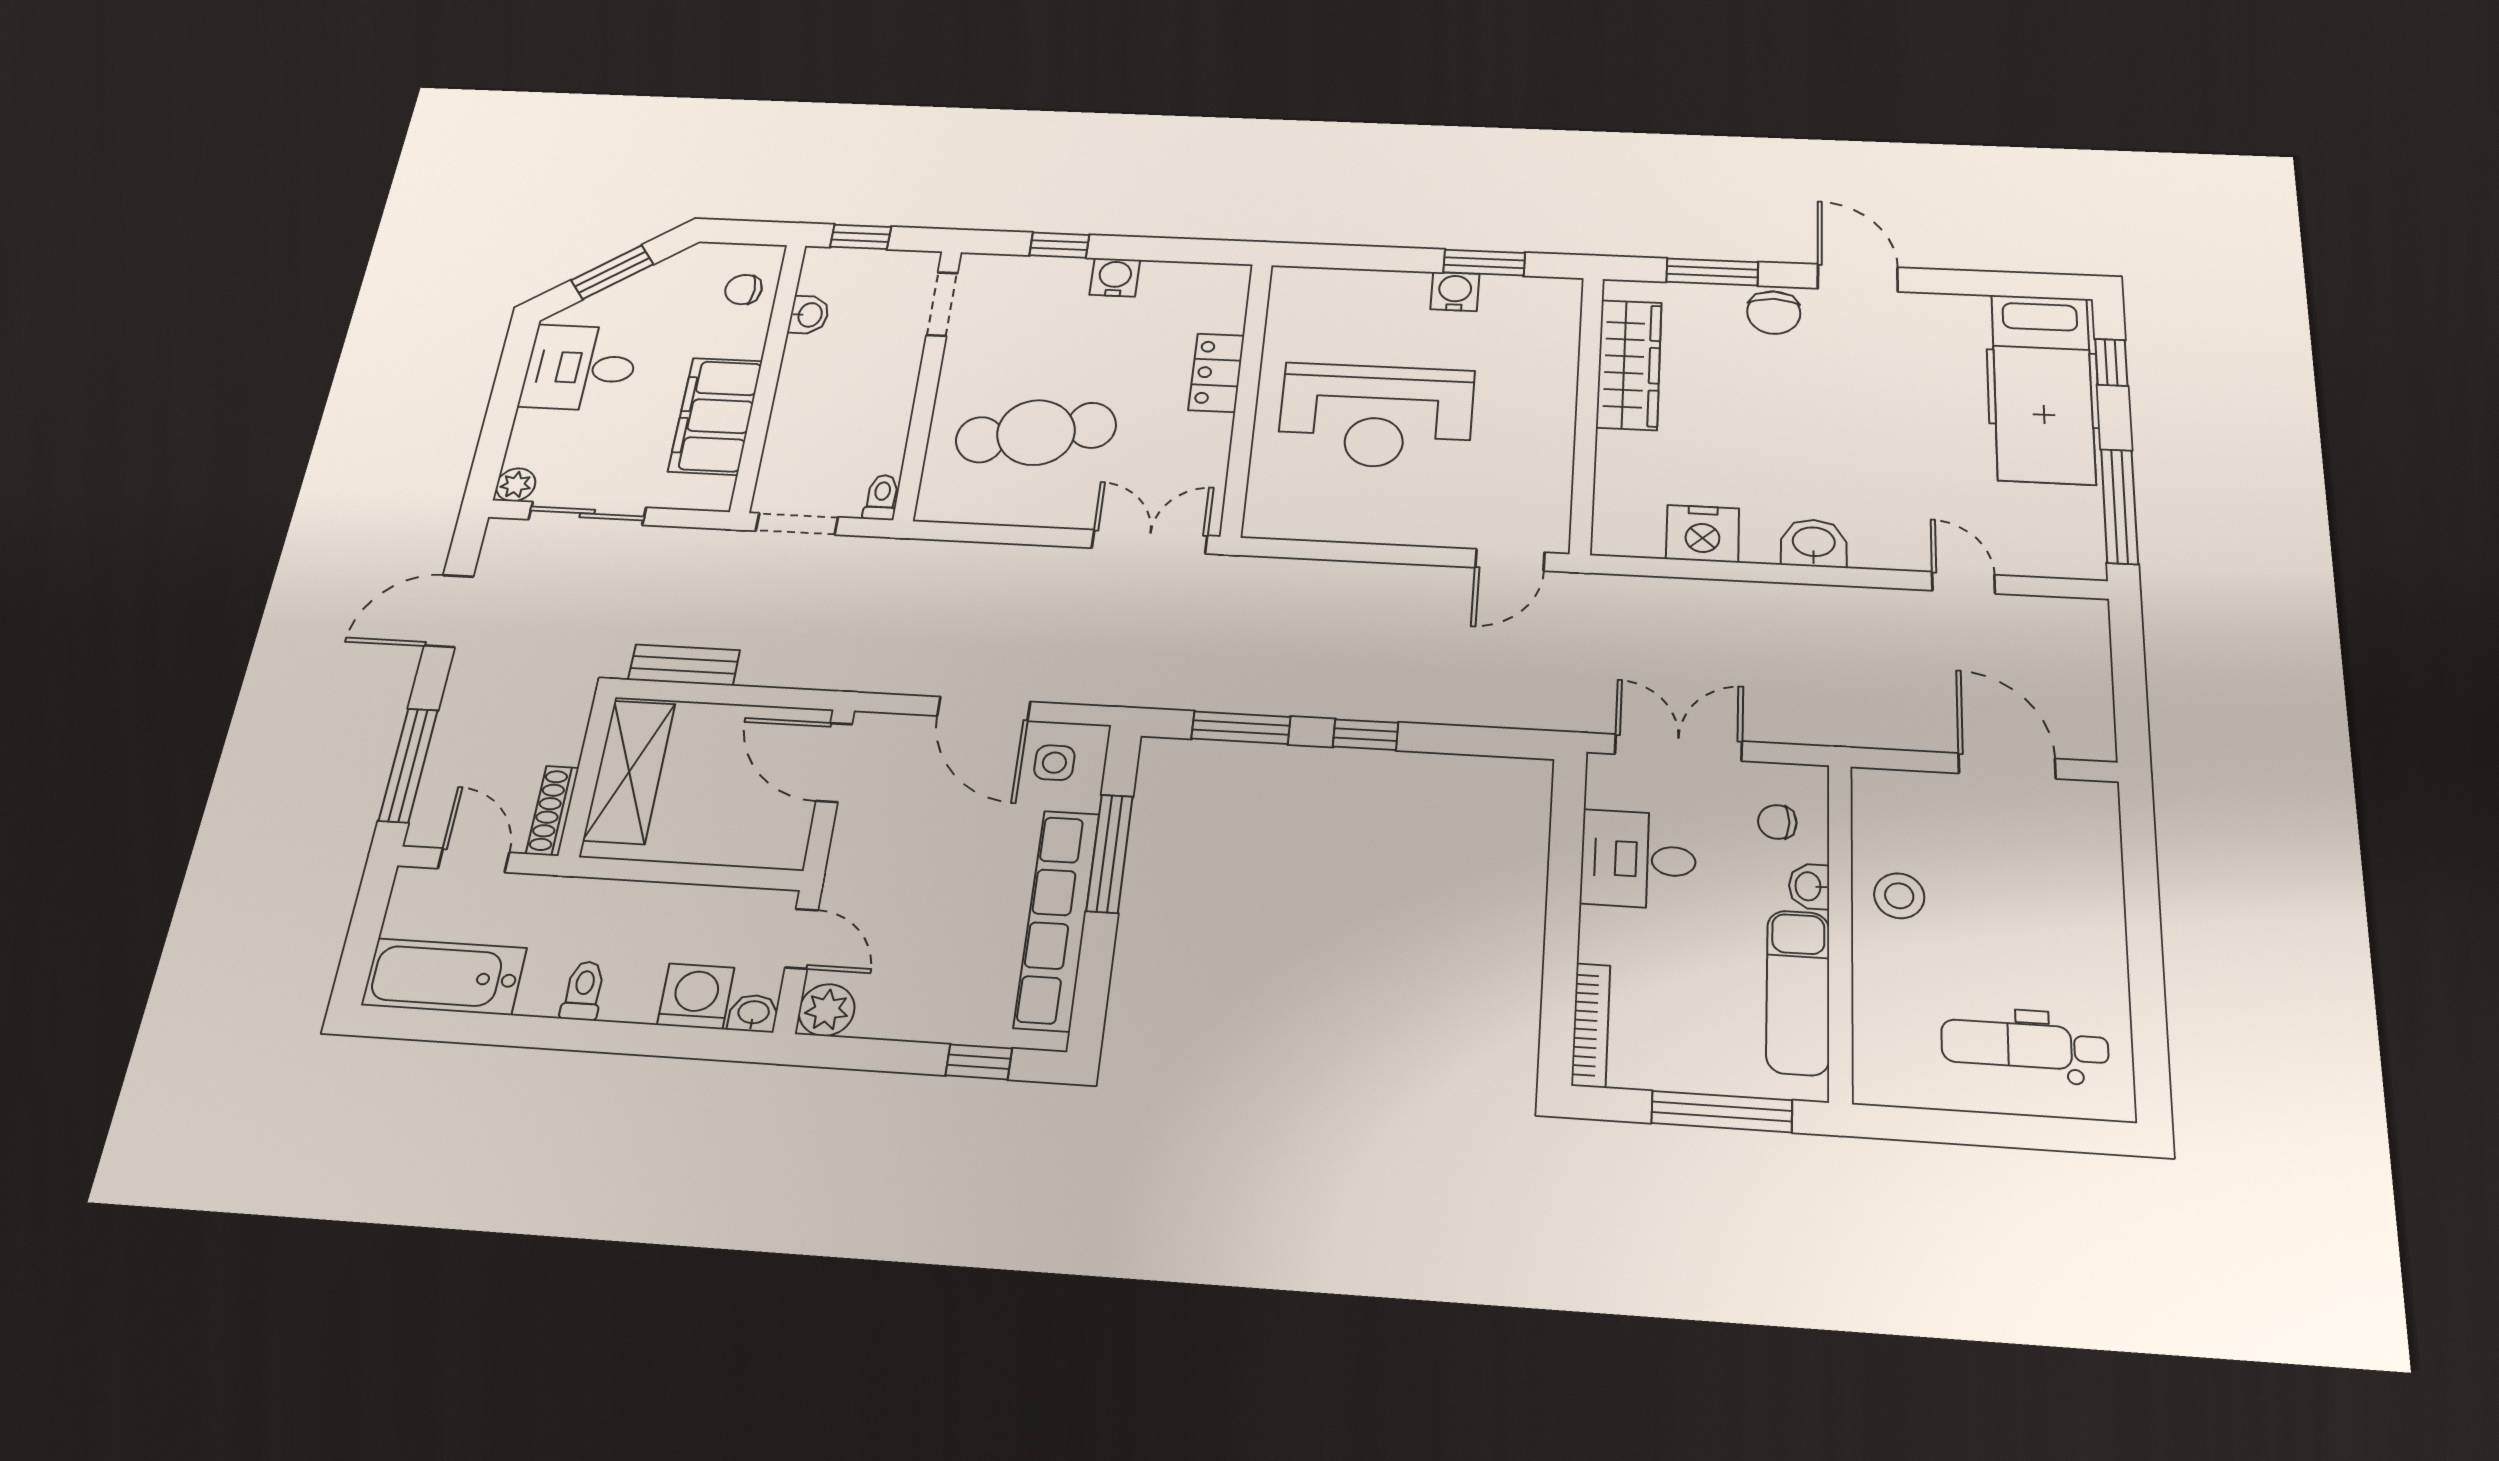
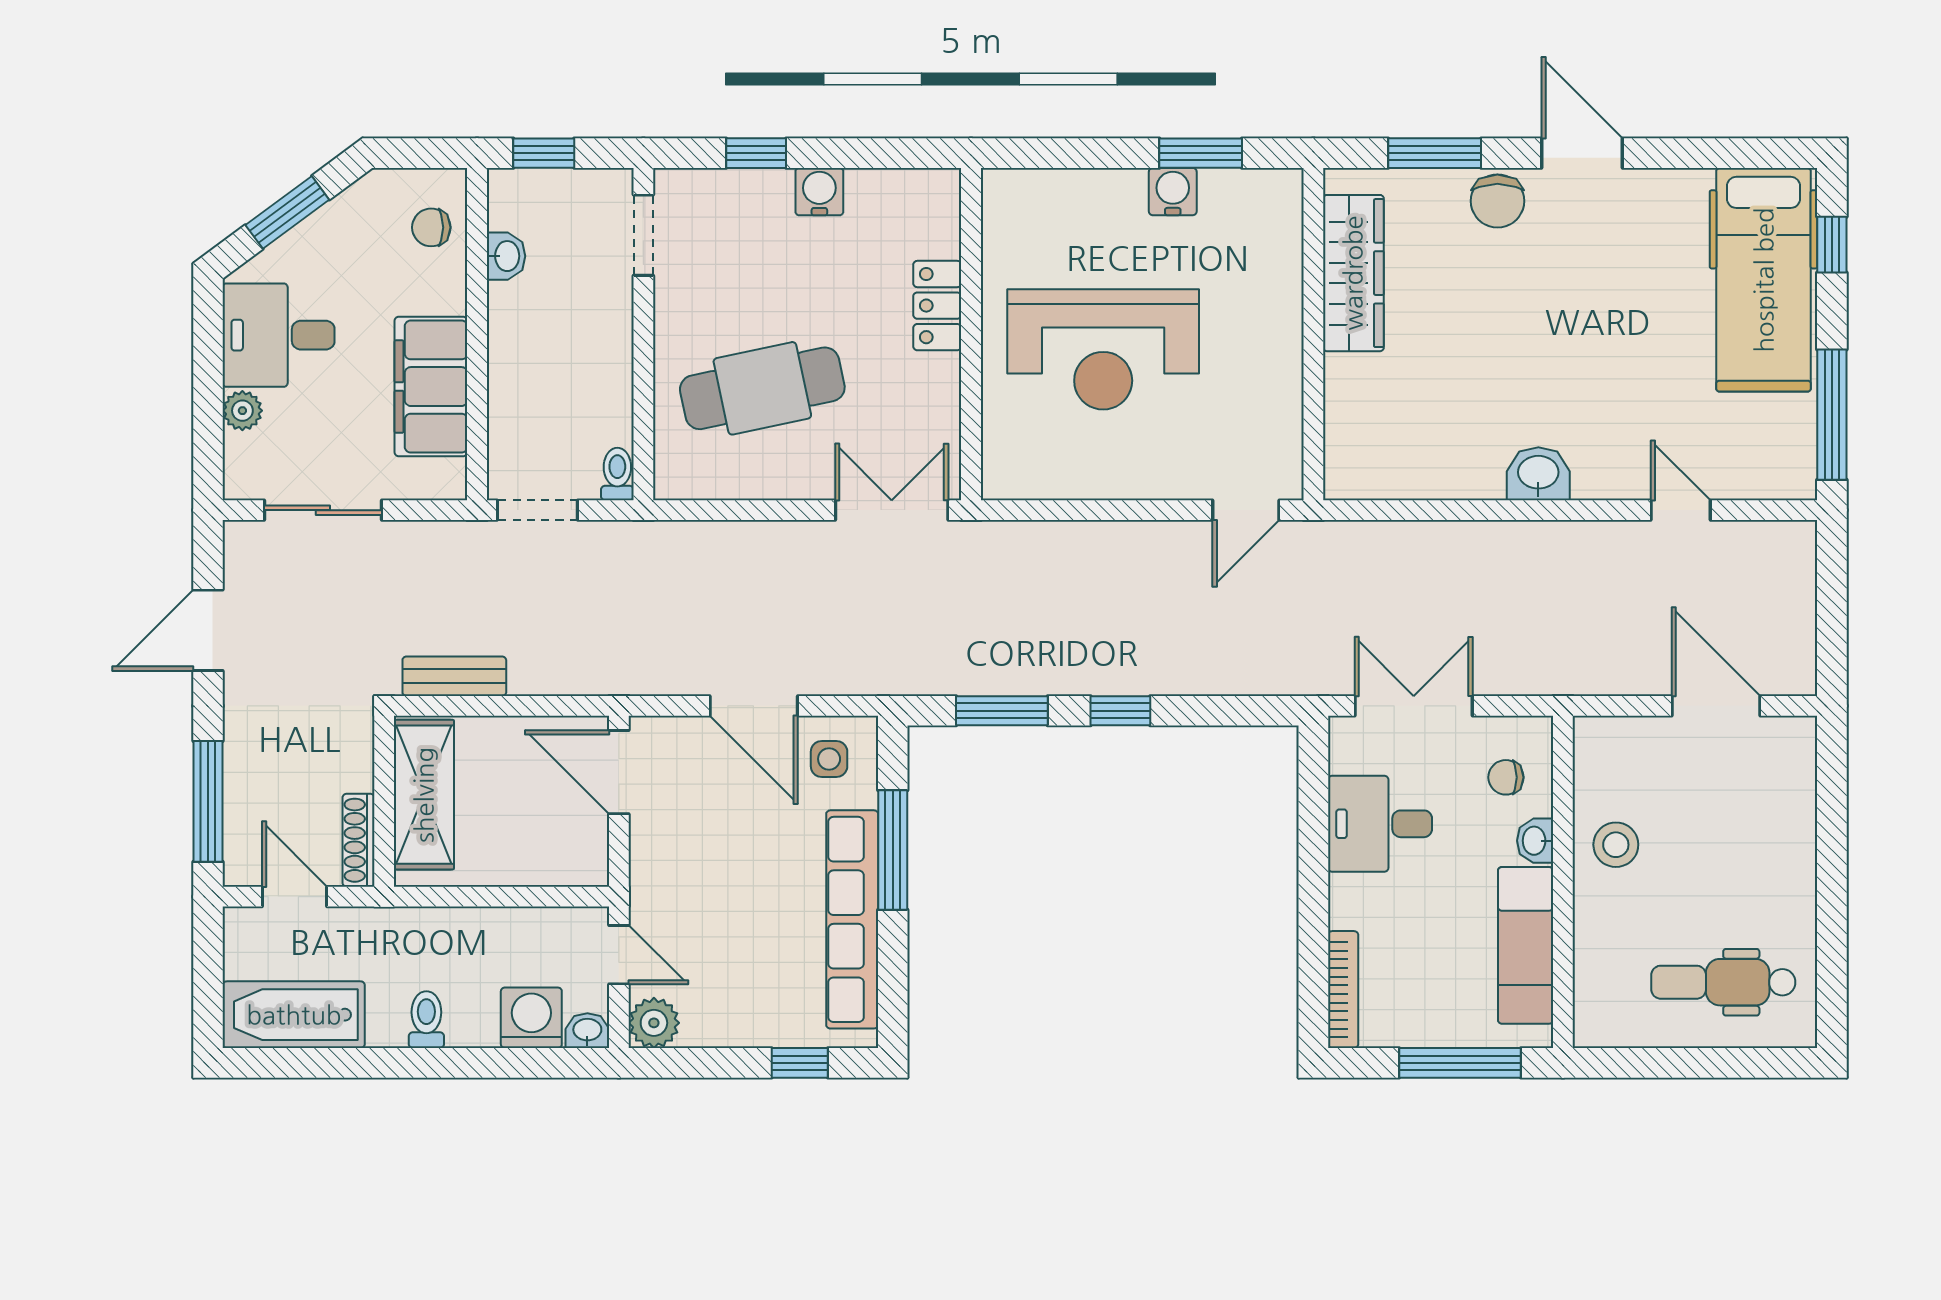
plant: (516, 485) -> (242, 411), moved
nightstand: (1703, 534) -> (1431, 469), removed

